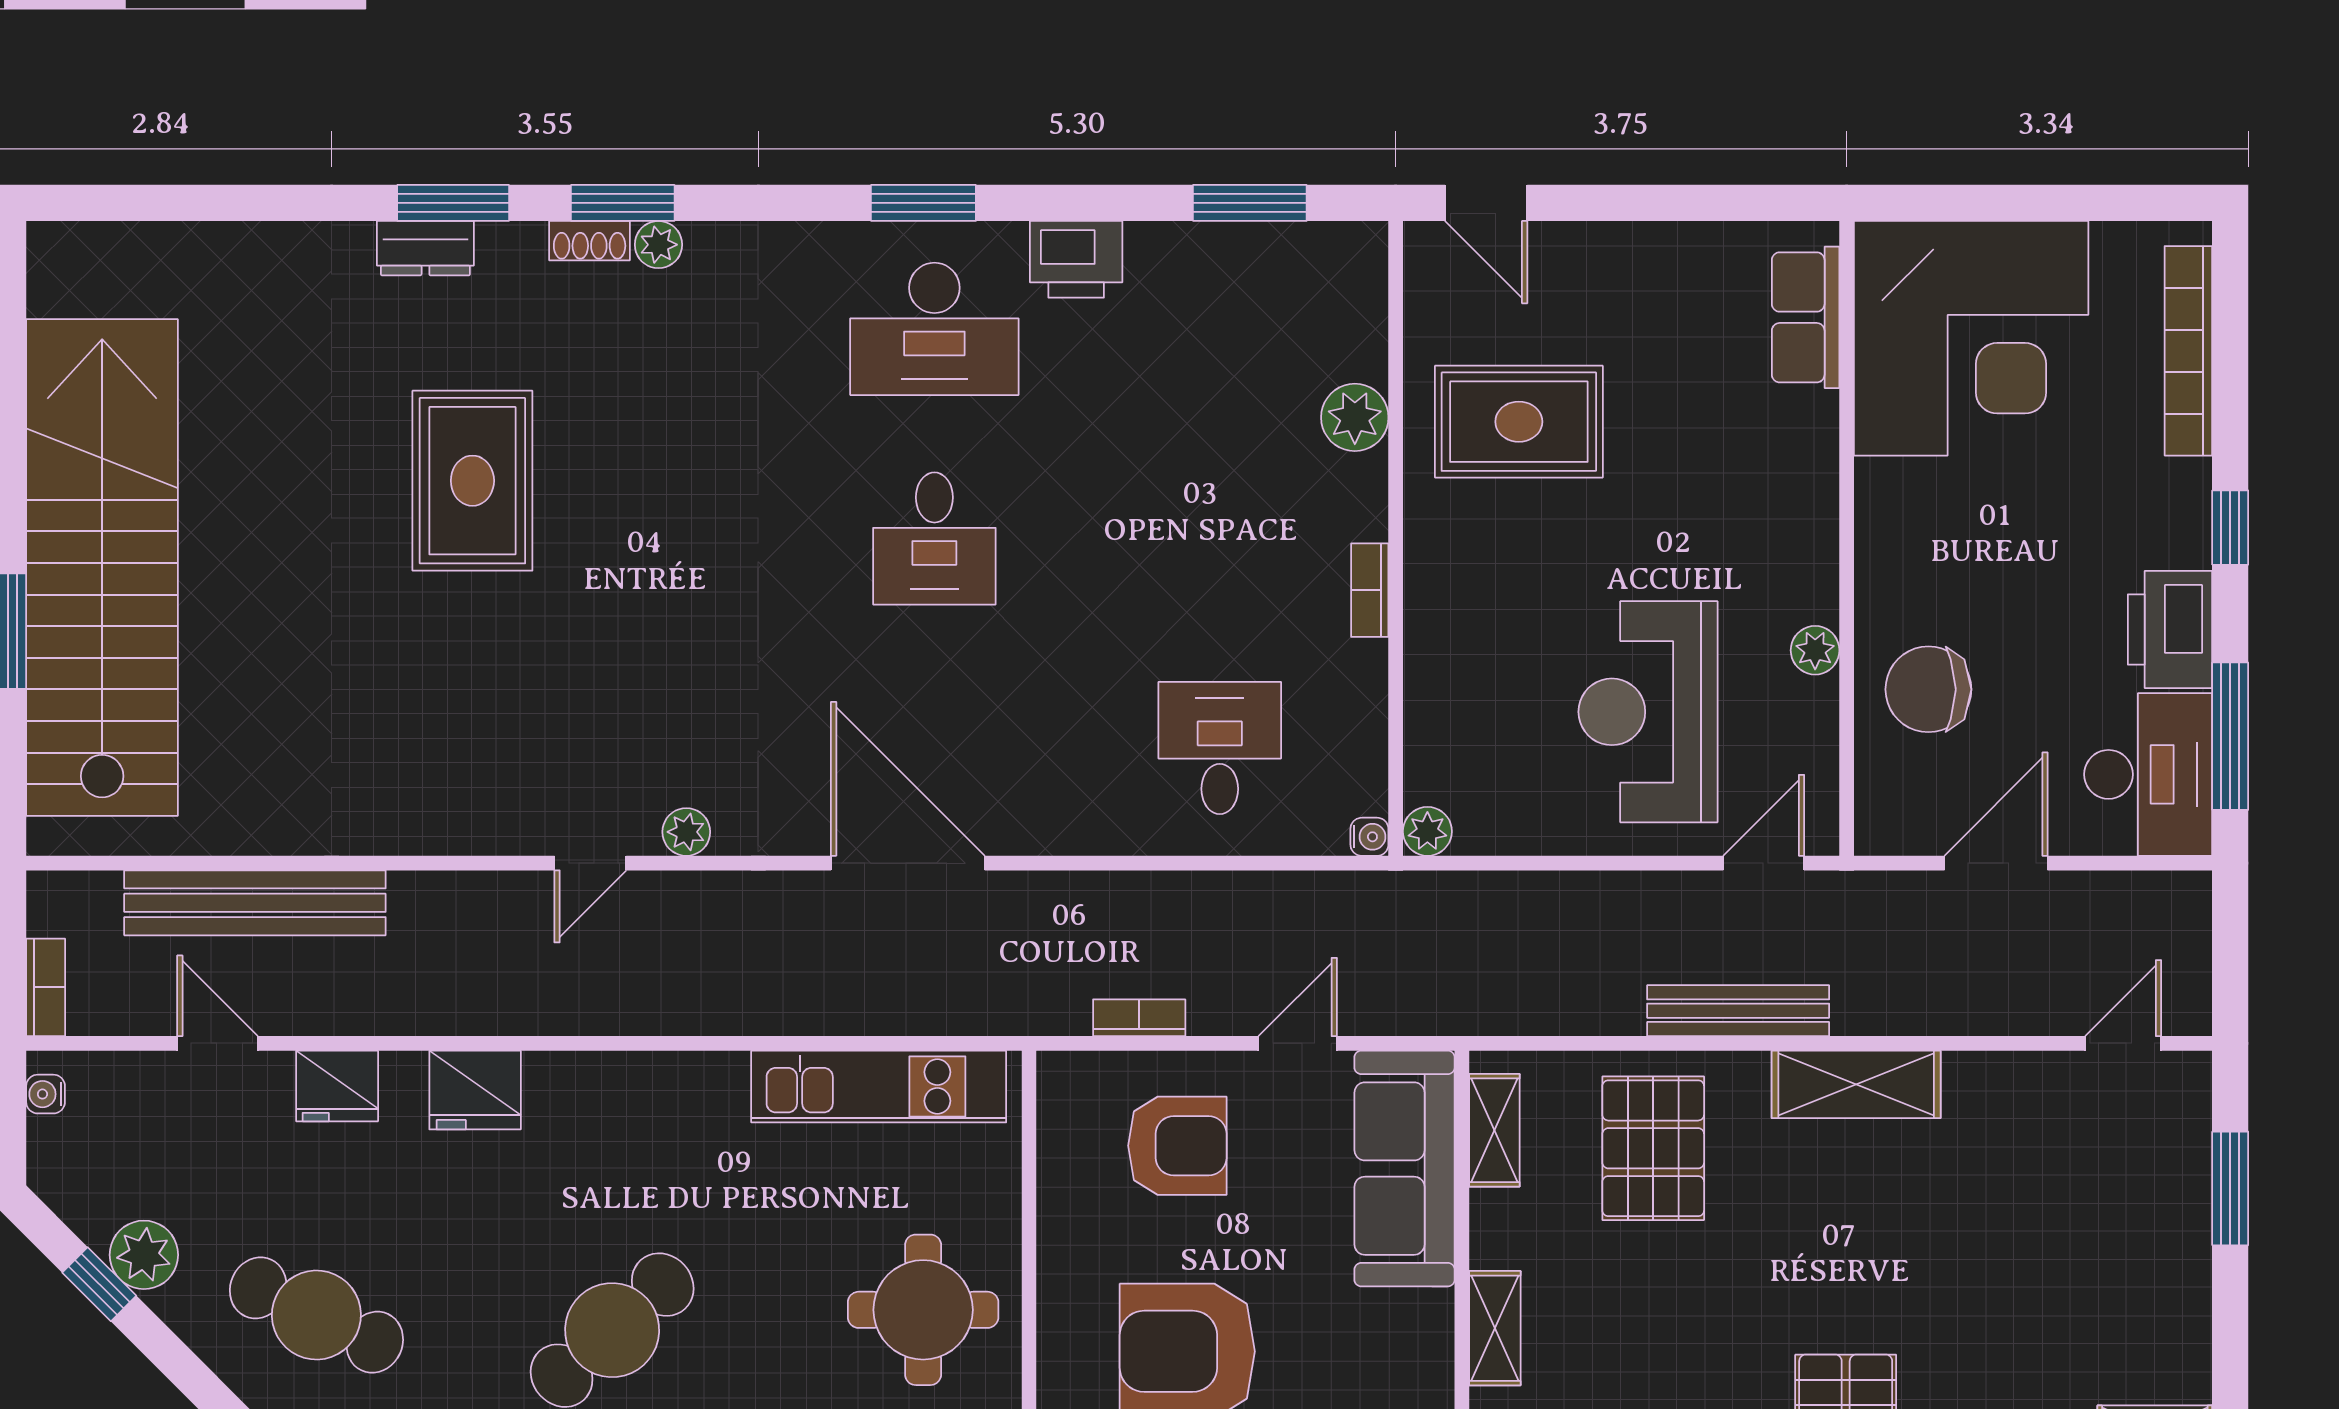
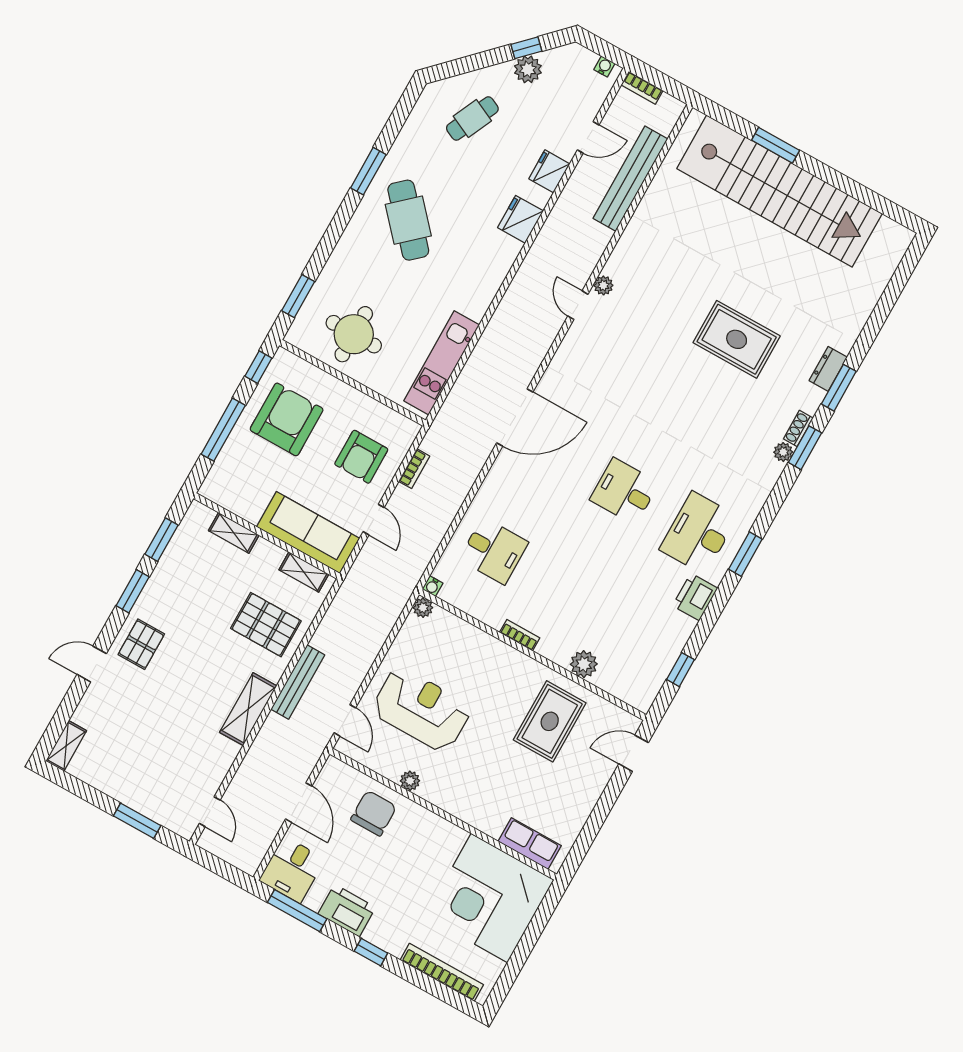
window: (1250, 203) -> (681, 670), width x0.67
desk: (2148, 774) -> (292, 870), width x0.73
plant: (686, 832) -> (603, 285), moved
cafe table: (316, 1315) -> (472, 118), width x0.73, depth x0.74

